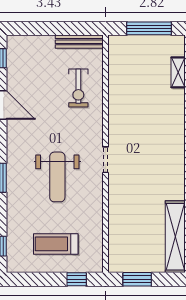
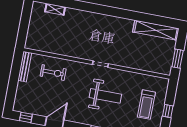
window: (149, 28) -> (25, 22), removed
window: (77, 279) -> (168, 111), moved

